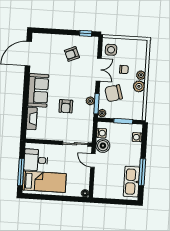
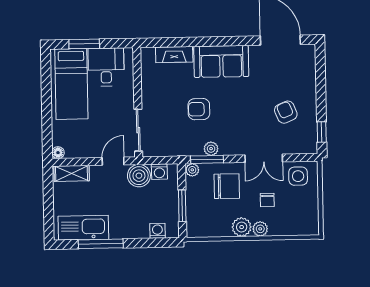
chair: (114, 93) -> (227, 186), turned 106
window: (21, 172) -> (84, 44), width x0.69
shelving: (98, 186) -> (72, 173), added

